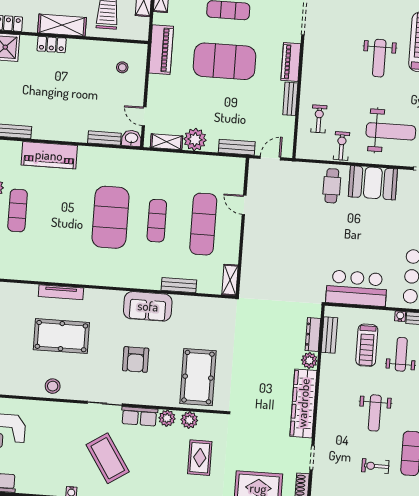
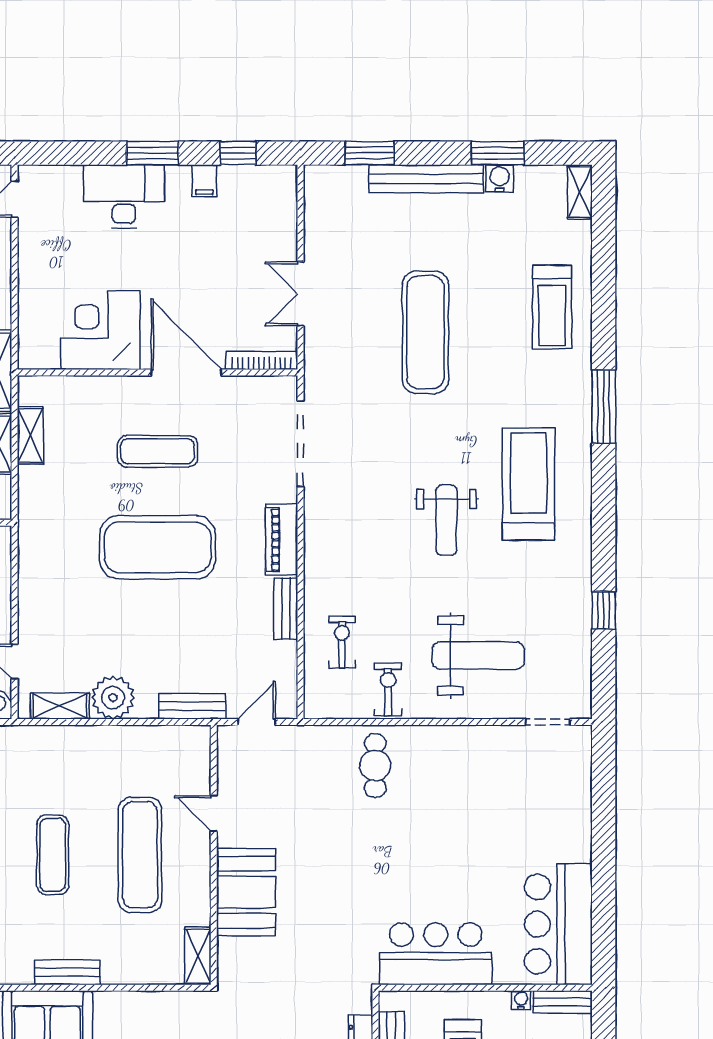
piano: (161, 50) -> (37, 534), removed
booth: (373, 183) -> (246, 892), moved, turned 90
bench: (179, 285) -> (67, 972), moved

